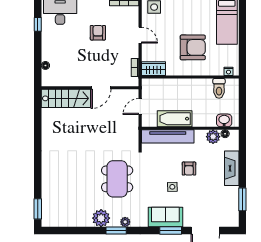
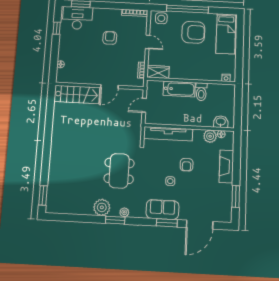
armchair: (193, 47) -> (193, 32), moved
toilet: (219, 88) -> (201, 92), moved
bathtub: (175, 119) -> (179, 89), moved, turned 180

